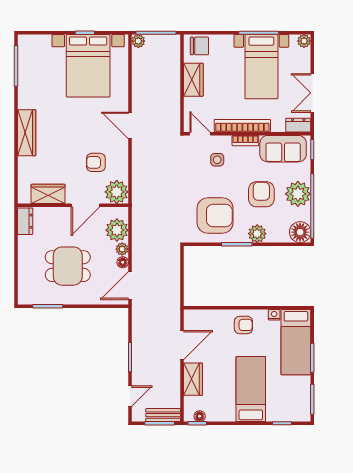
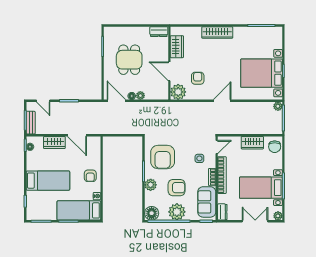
double door: (312, 93) -> (255, 221), moved
plant: (117, 230) -> (153, 92), removed

